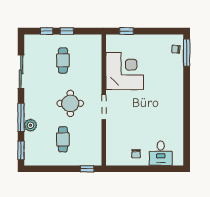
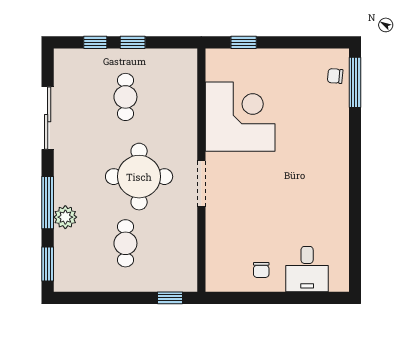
round table: (70, 103) -> (139, 177), width x1.36, depth x1.36

